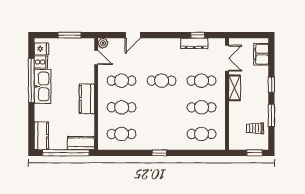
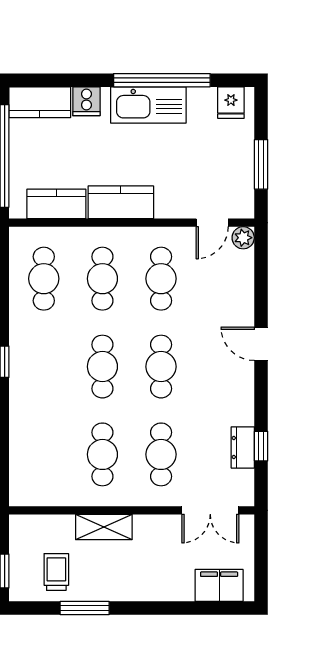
door: (133, 35) -> (261, 344), moved
dresser: (194, 43) -> (243, 447), width x0.70
cooker: (41, 62) -> (86, 101), moved
window: (271, 85) -> (152, 608), removed
shelving: (235, 88) -> (104, 527), moved
cafe table: (202, 134) -> (102, 367), moved
kitchen counter: (81, 143) -> (56, 204), moved, turned -90

